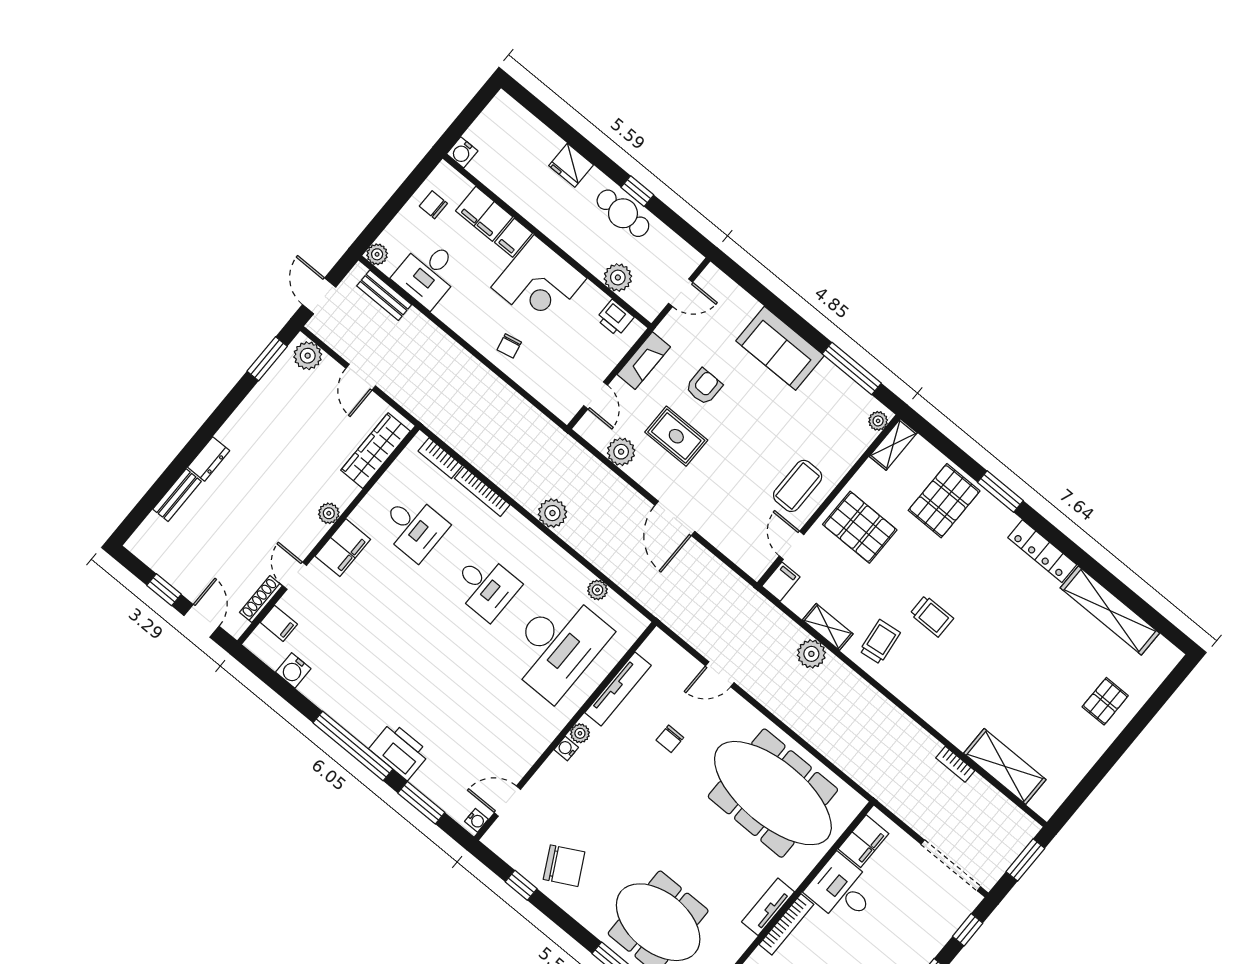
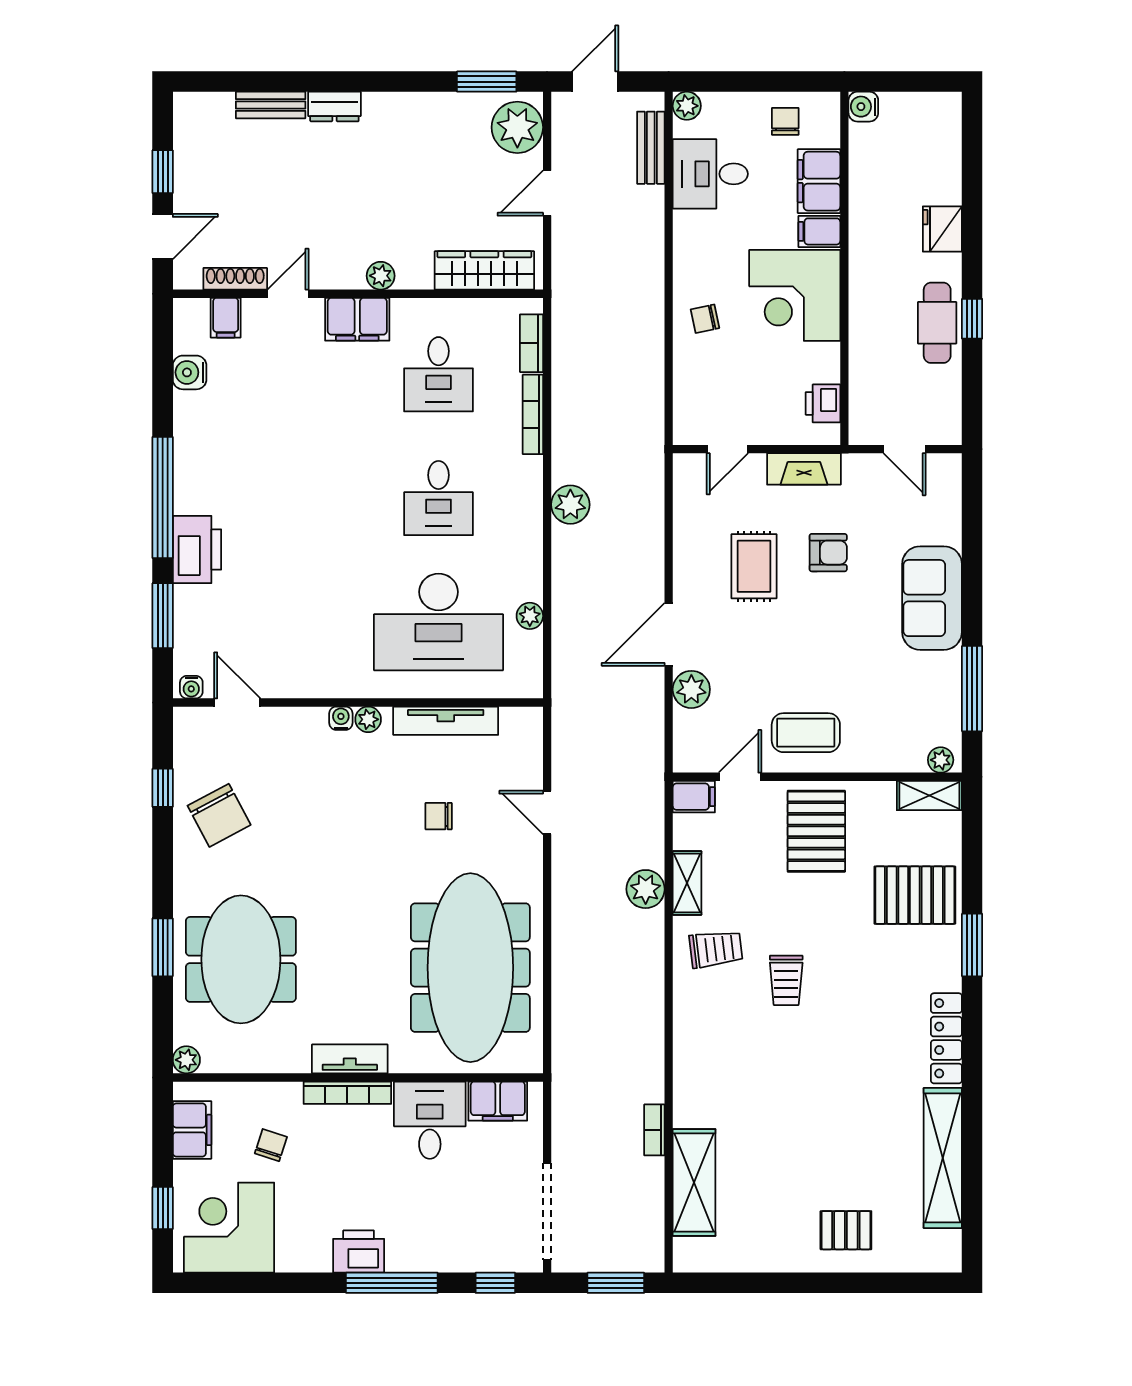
plant: (618, 277) -> (867, 372), removed
plant: (308, 356) -> (517, 127), width x1.36, depth x1.36
plant: (621, 452) -> (691, 689), moved

